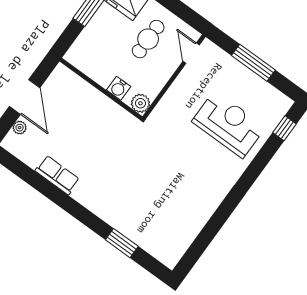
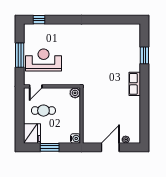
water cooler: (119, 88) -> (75, 138), moved
reception desk: (229, 124) -> (44, 60), moved, turned 90
row of seats: (57, 175) -> (135, 84), moved

